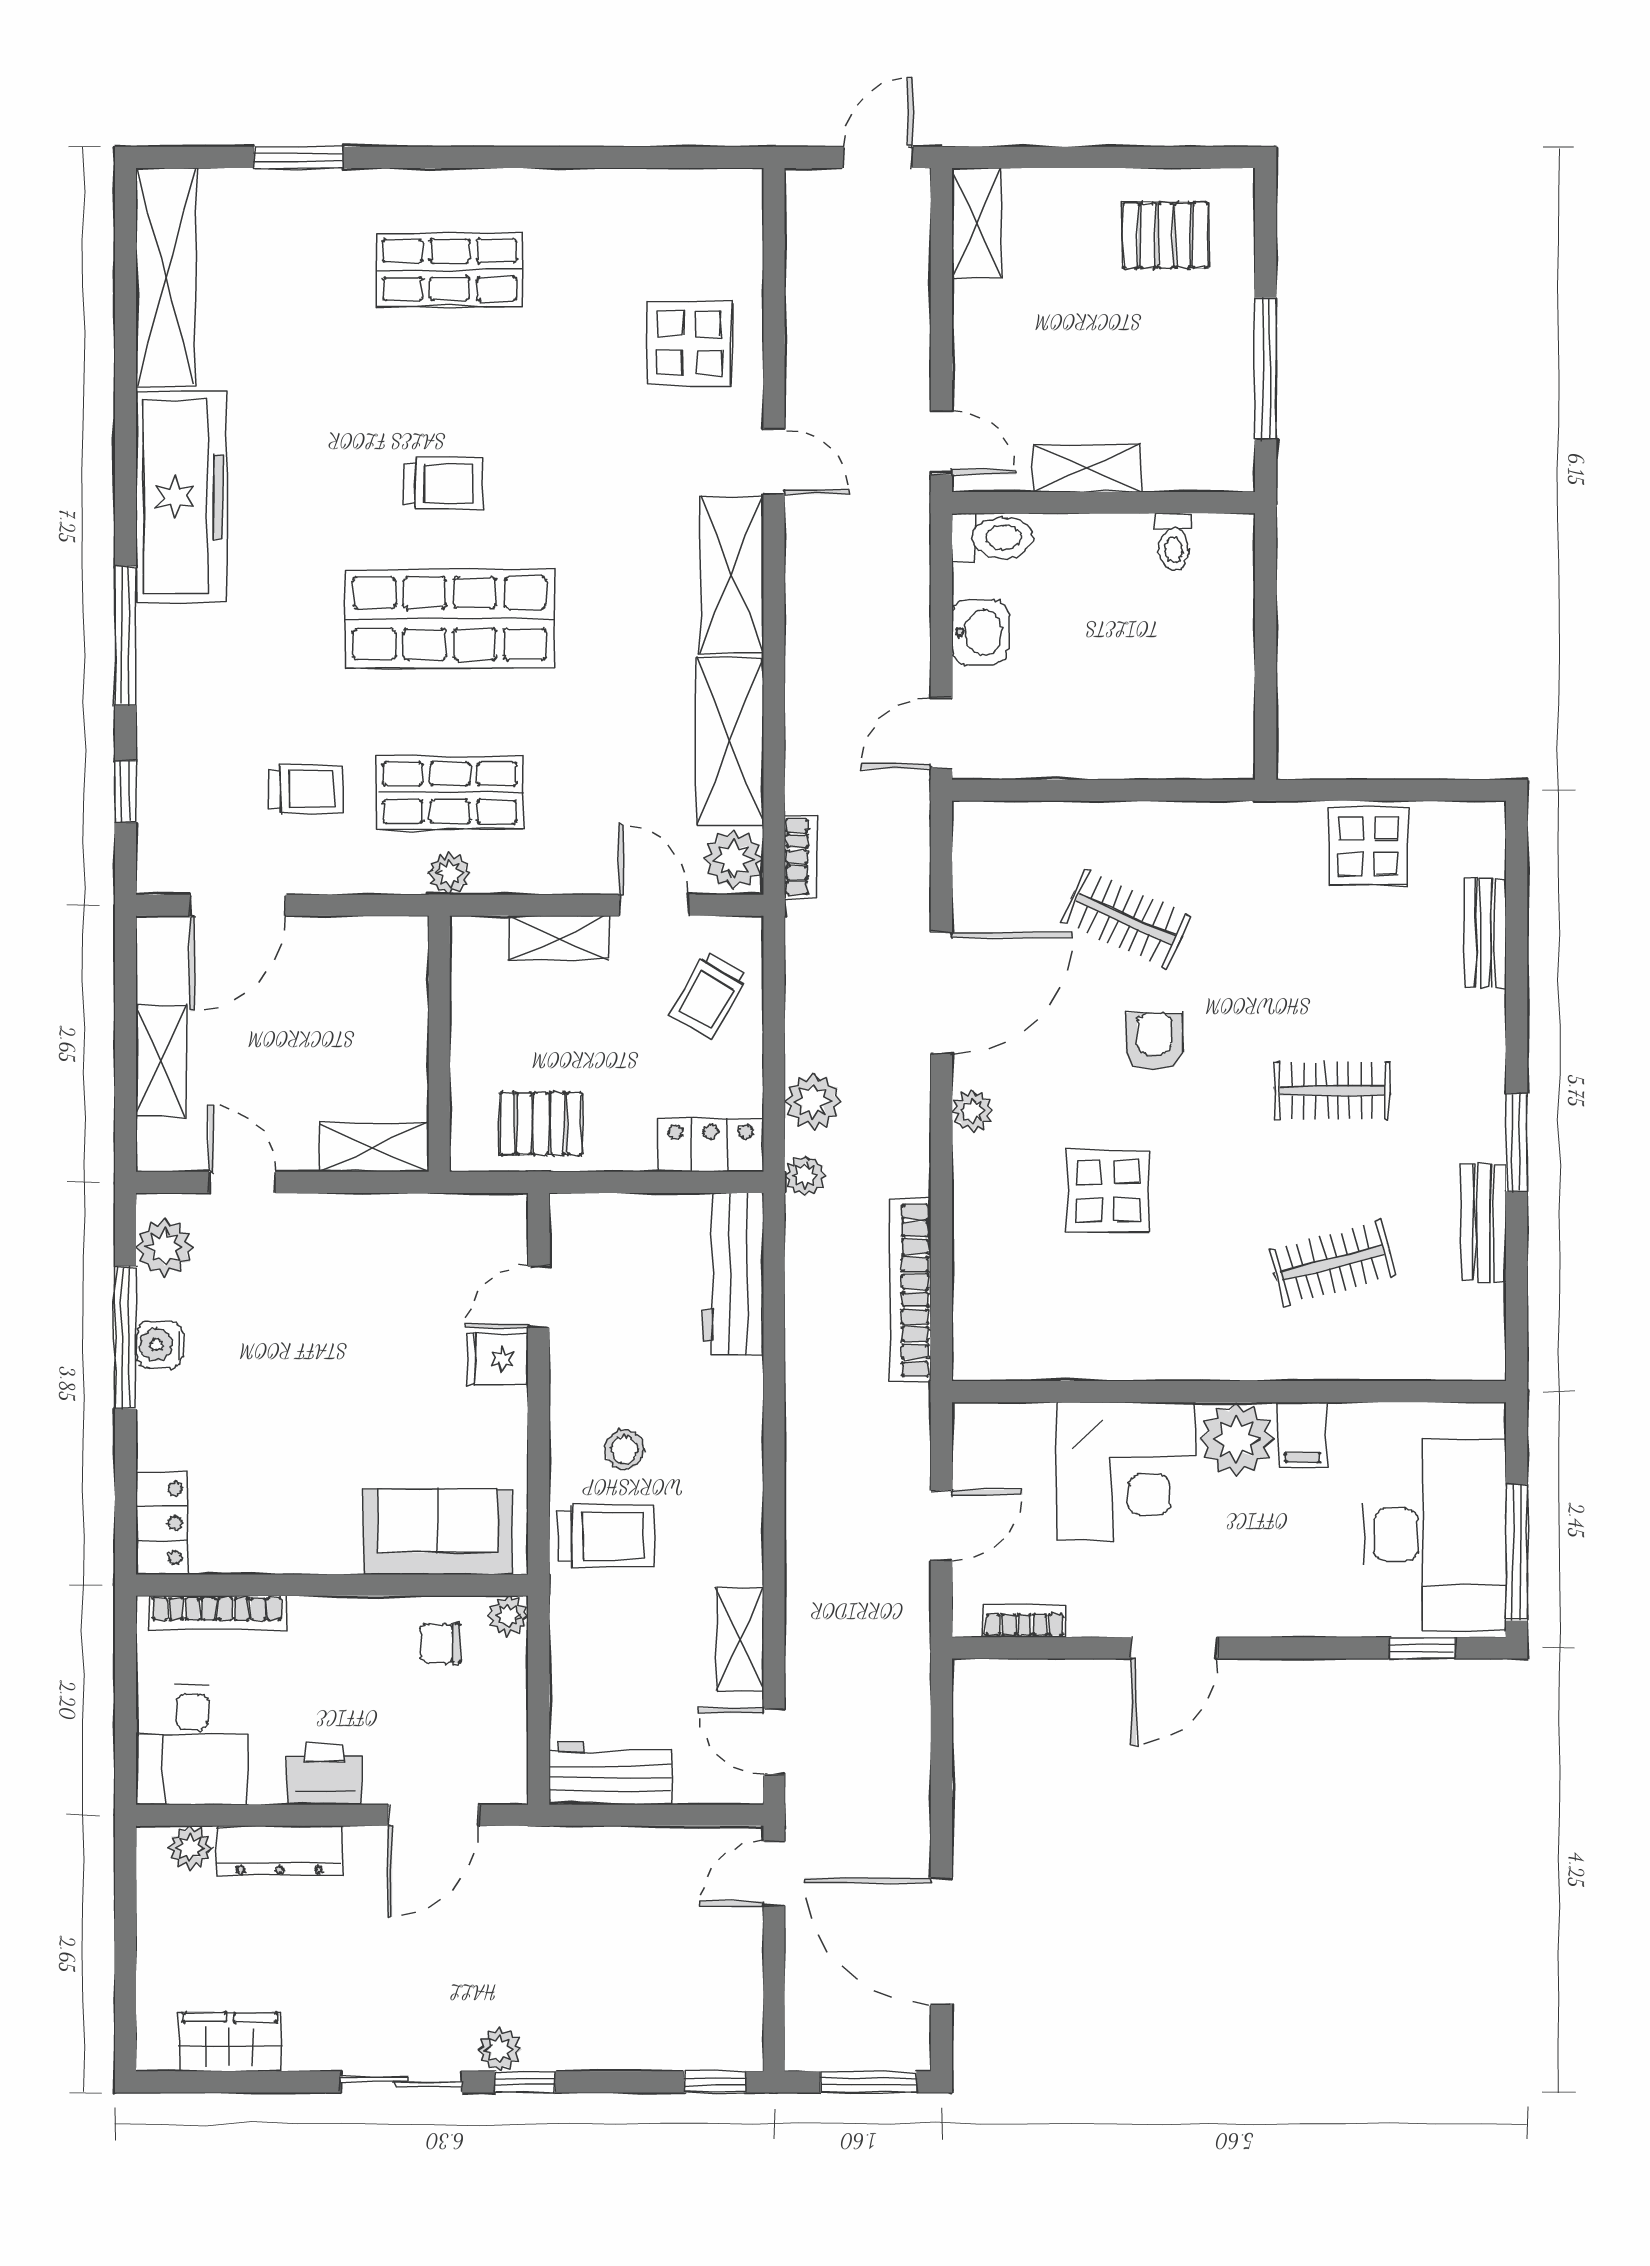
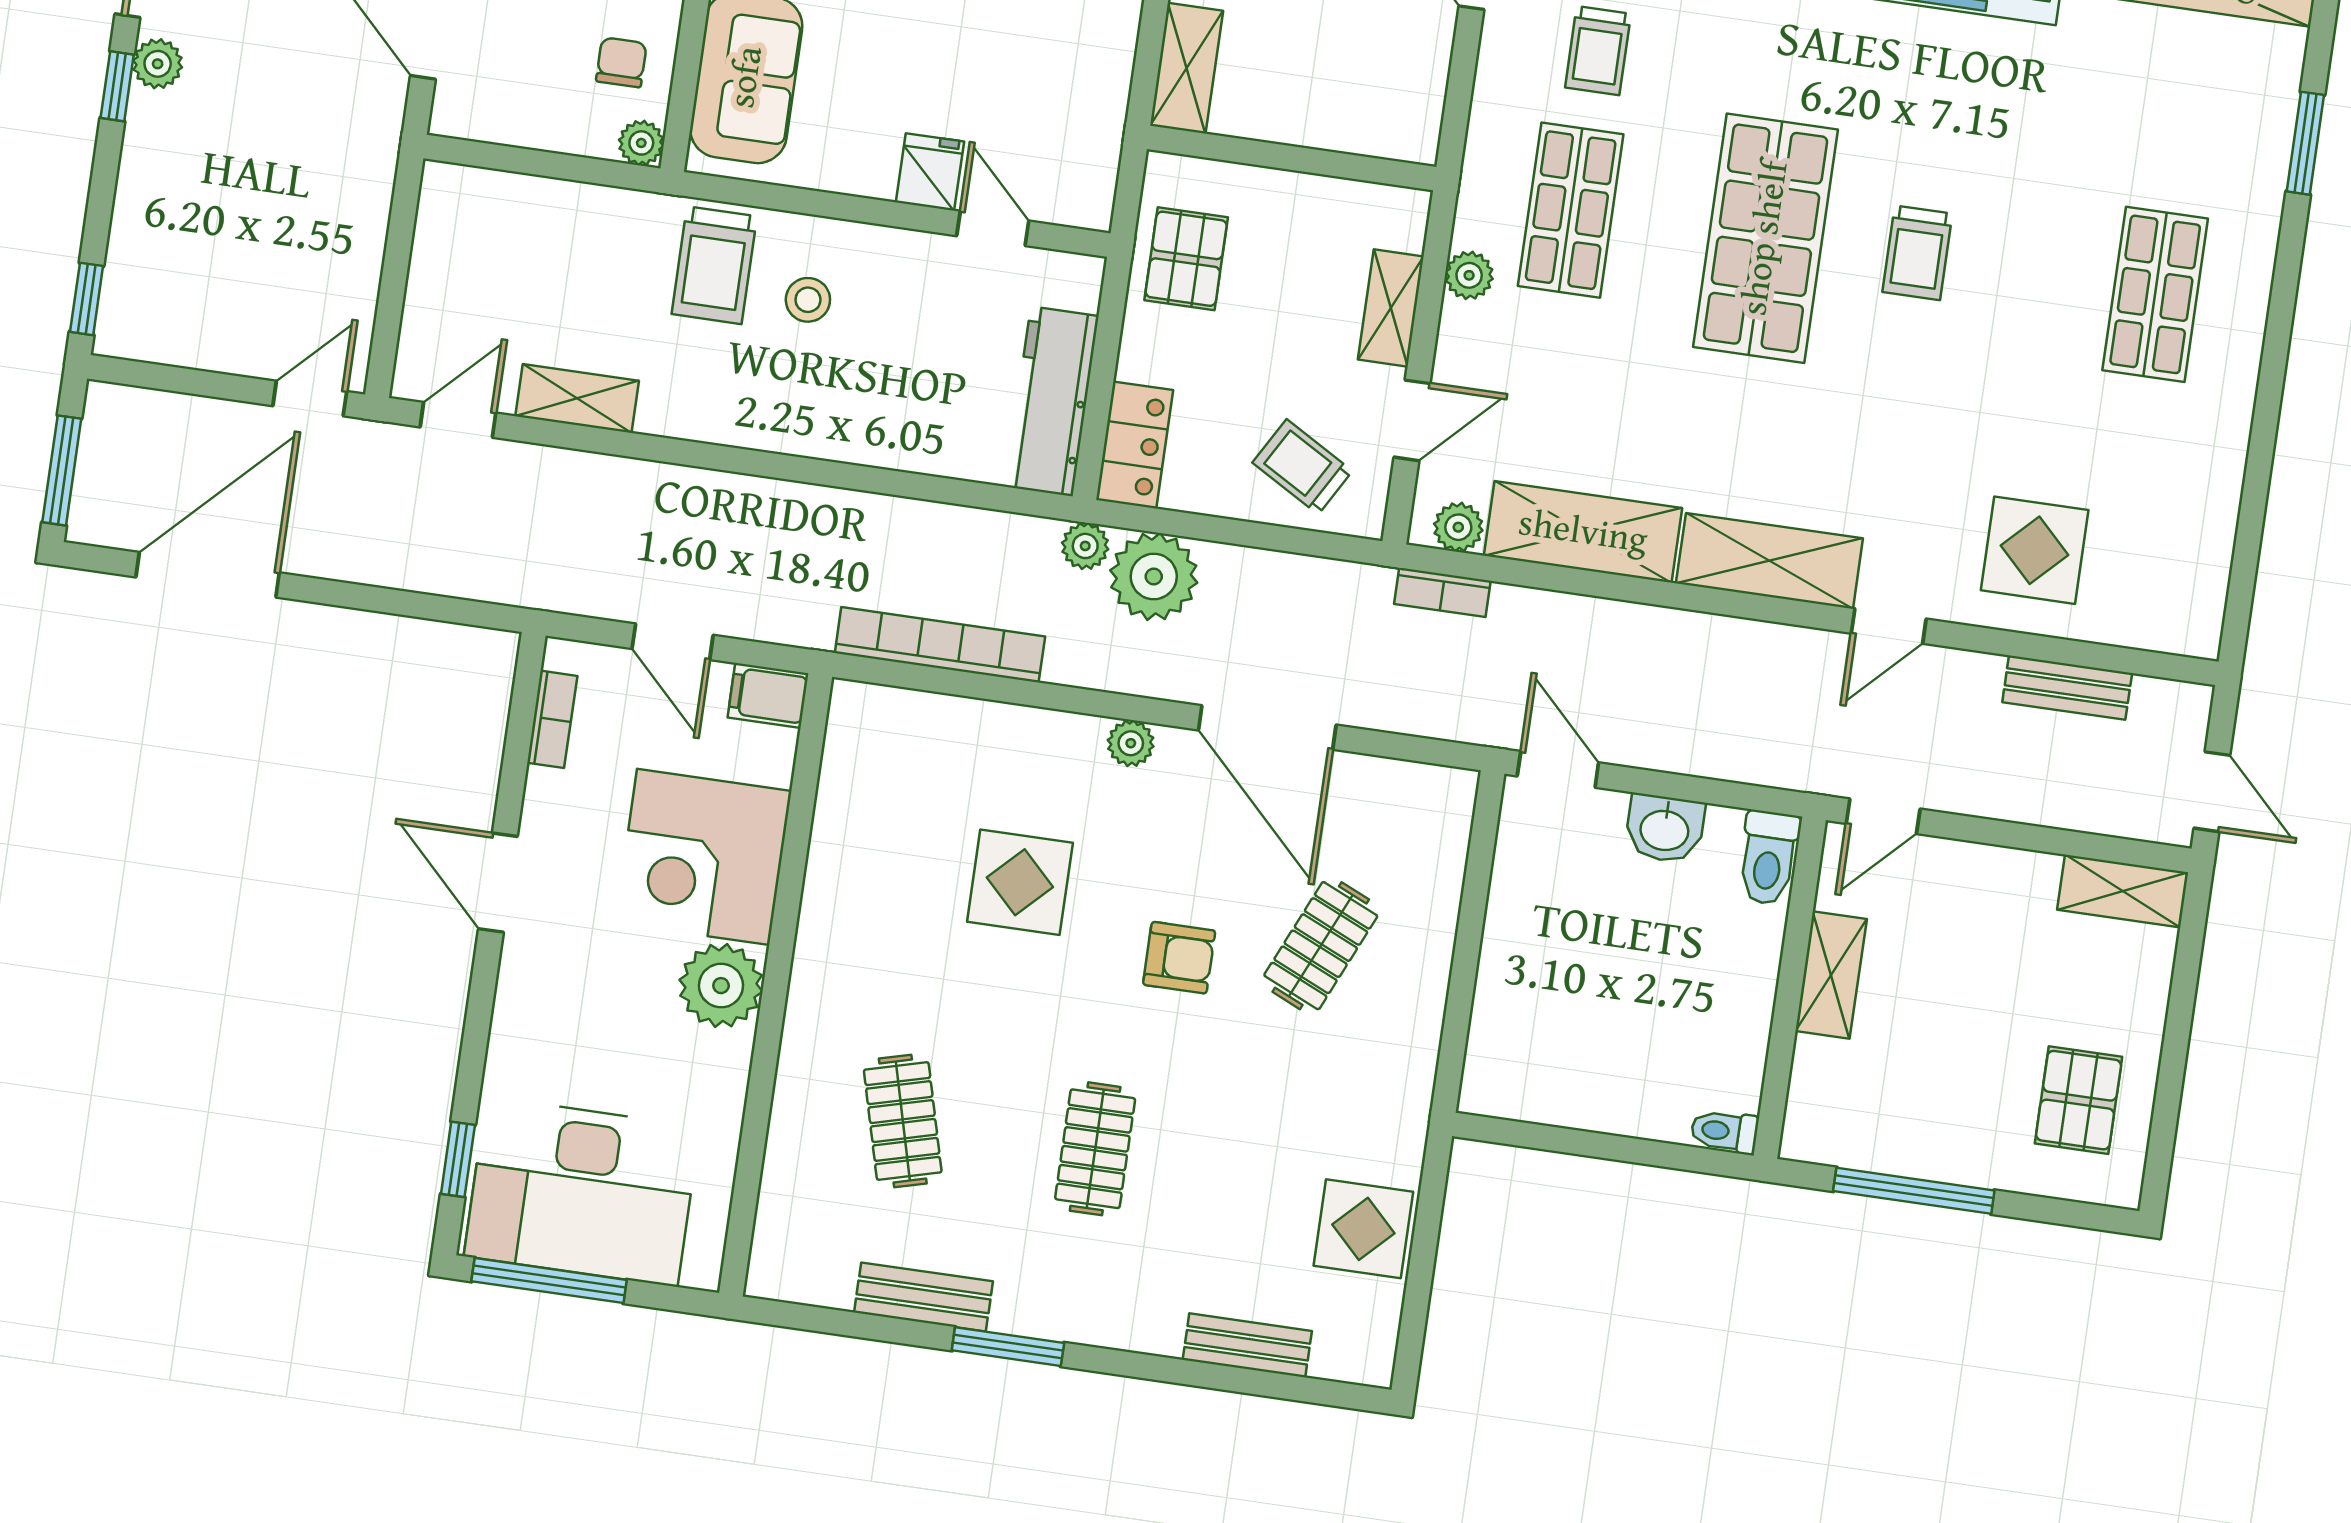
bench: (805, 297) -> (2067, 688), added
toilet: (1174, 542) -> (1724, 1131), moved
plant: (733, 859) -> (1458, 527), width x0.73, depth x0.73
plant: (449, 874) -> (1469, 275), moved
plant: (813, 1101) -> (1154, 577), width x1.36, depth x1.36
workbench: (733, 1274) -> (1052, 401), moved, turned -90
filing cabinet: (1302, 1435) -> (768, 695), moved
workbench: (610, 1773) -> (449, 232), removed
door: (774, 1874) -> (310, 399), hinge flipped

